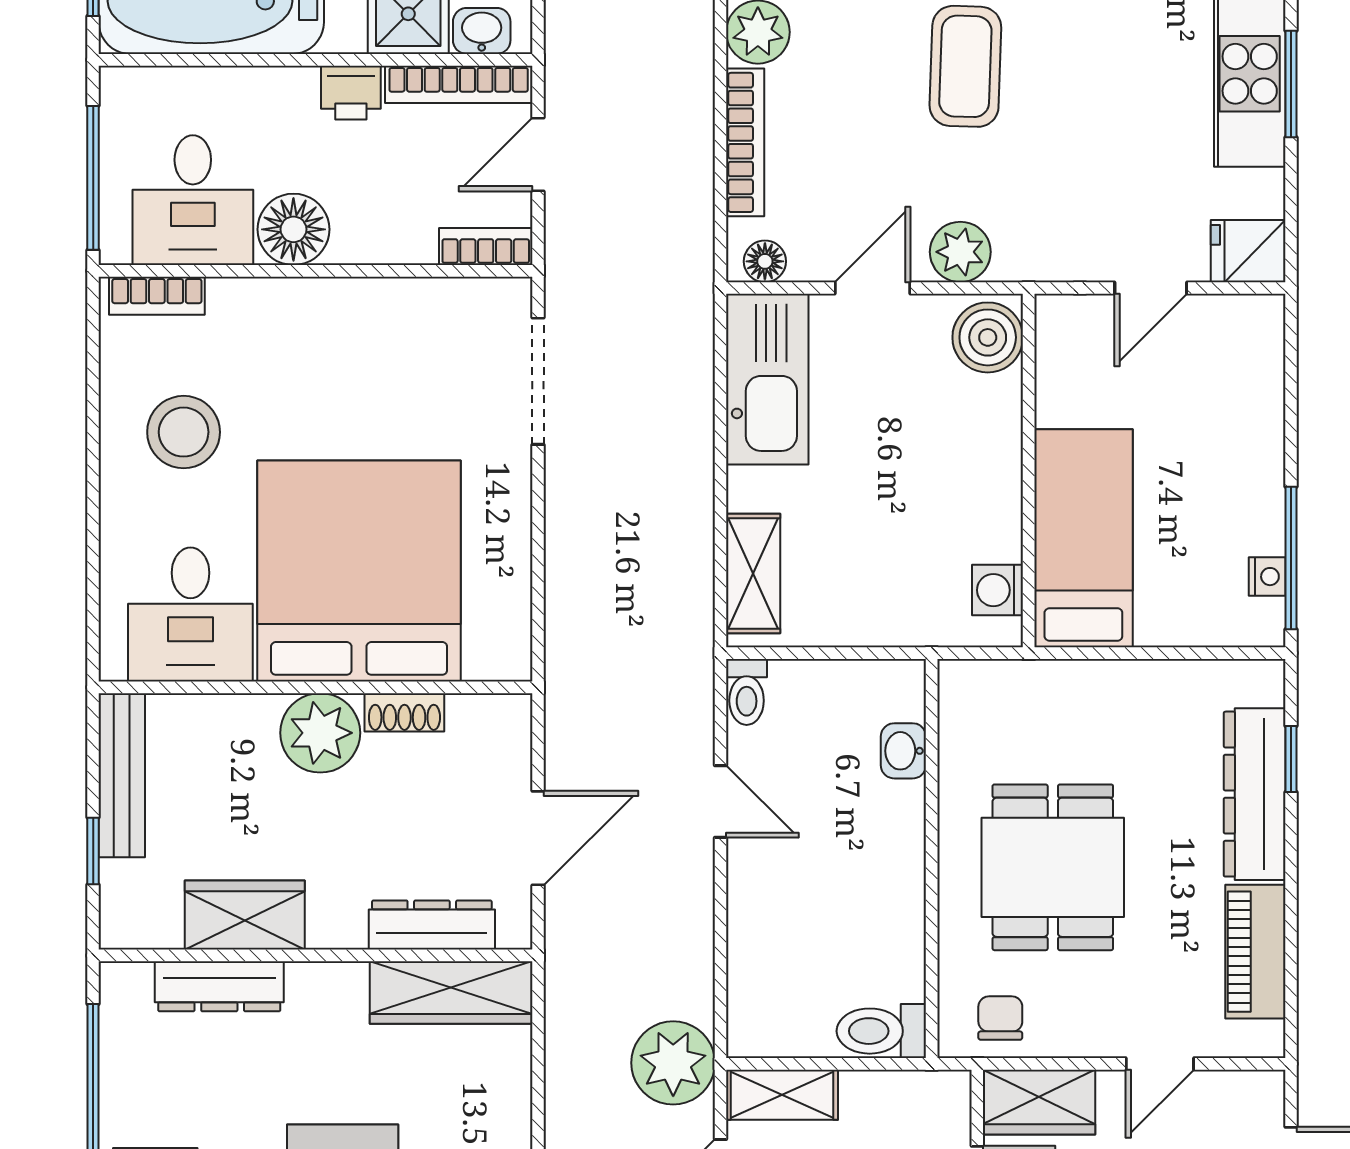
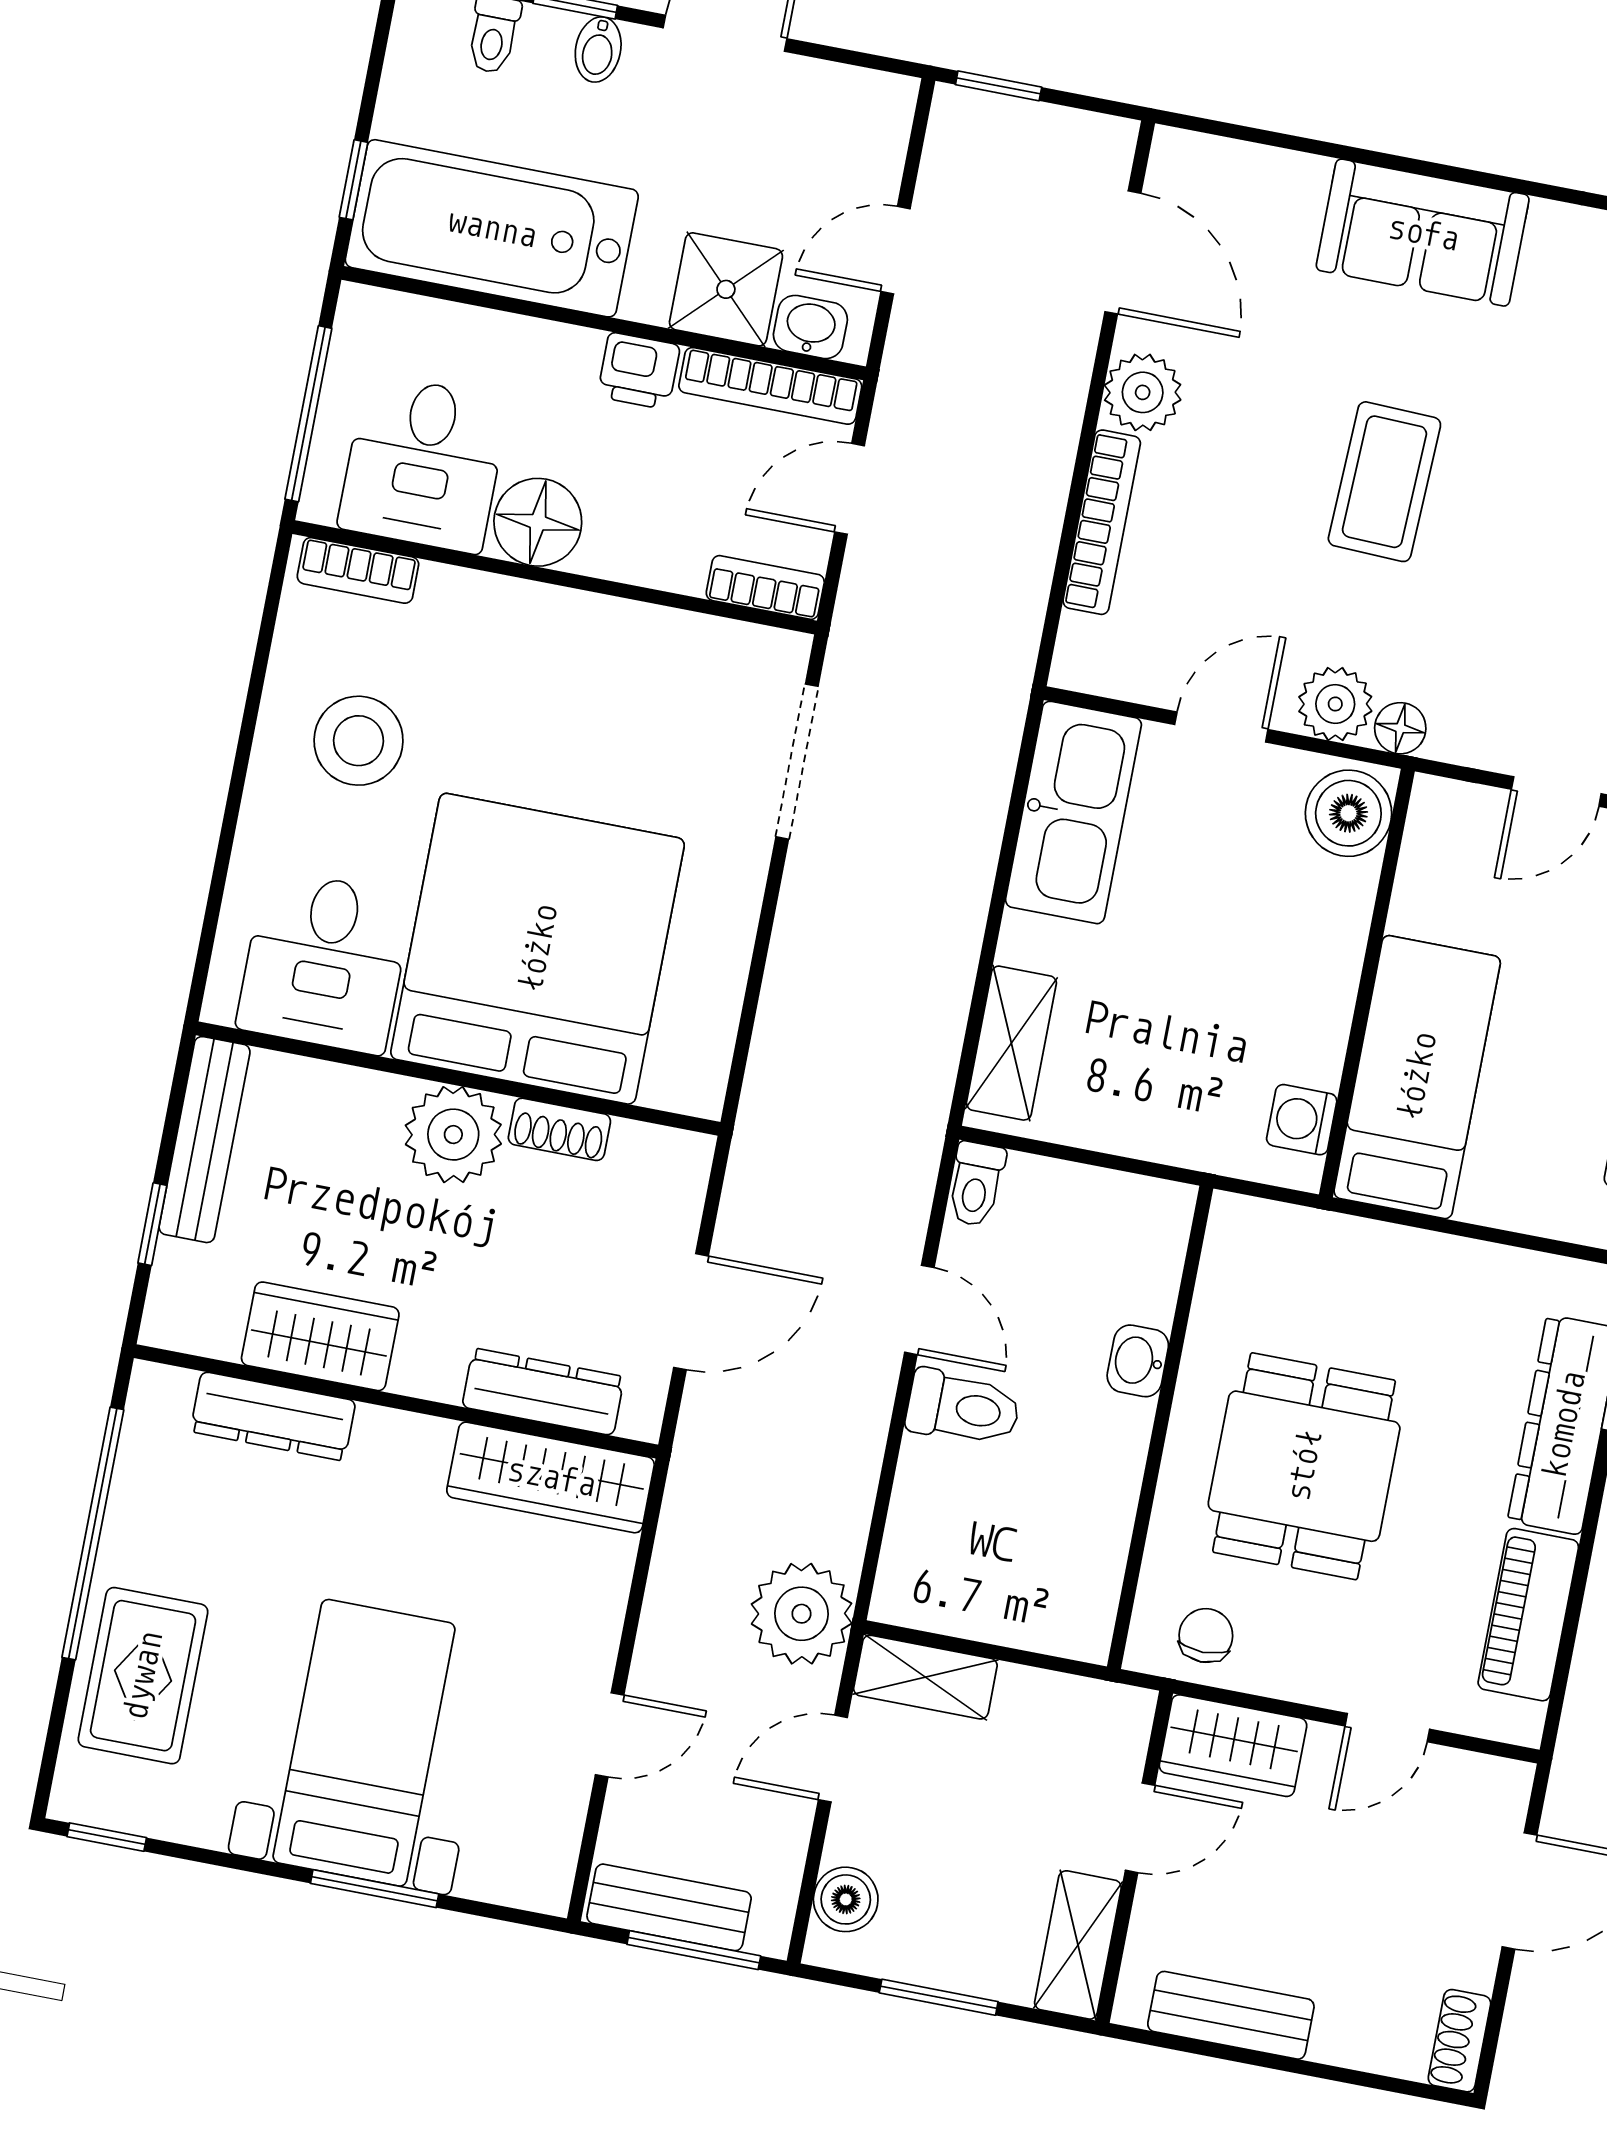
floor lamp: (765, 261) -> (1400, 728), moved
washbasin: (903, 751) -> (1138, 1361), moved
toilet: (881, 1031) -> (963, 1408), moved, turned 180

